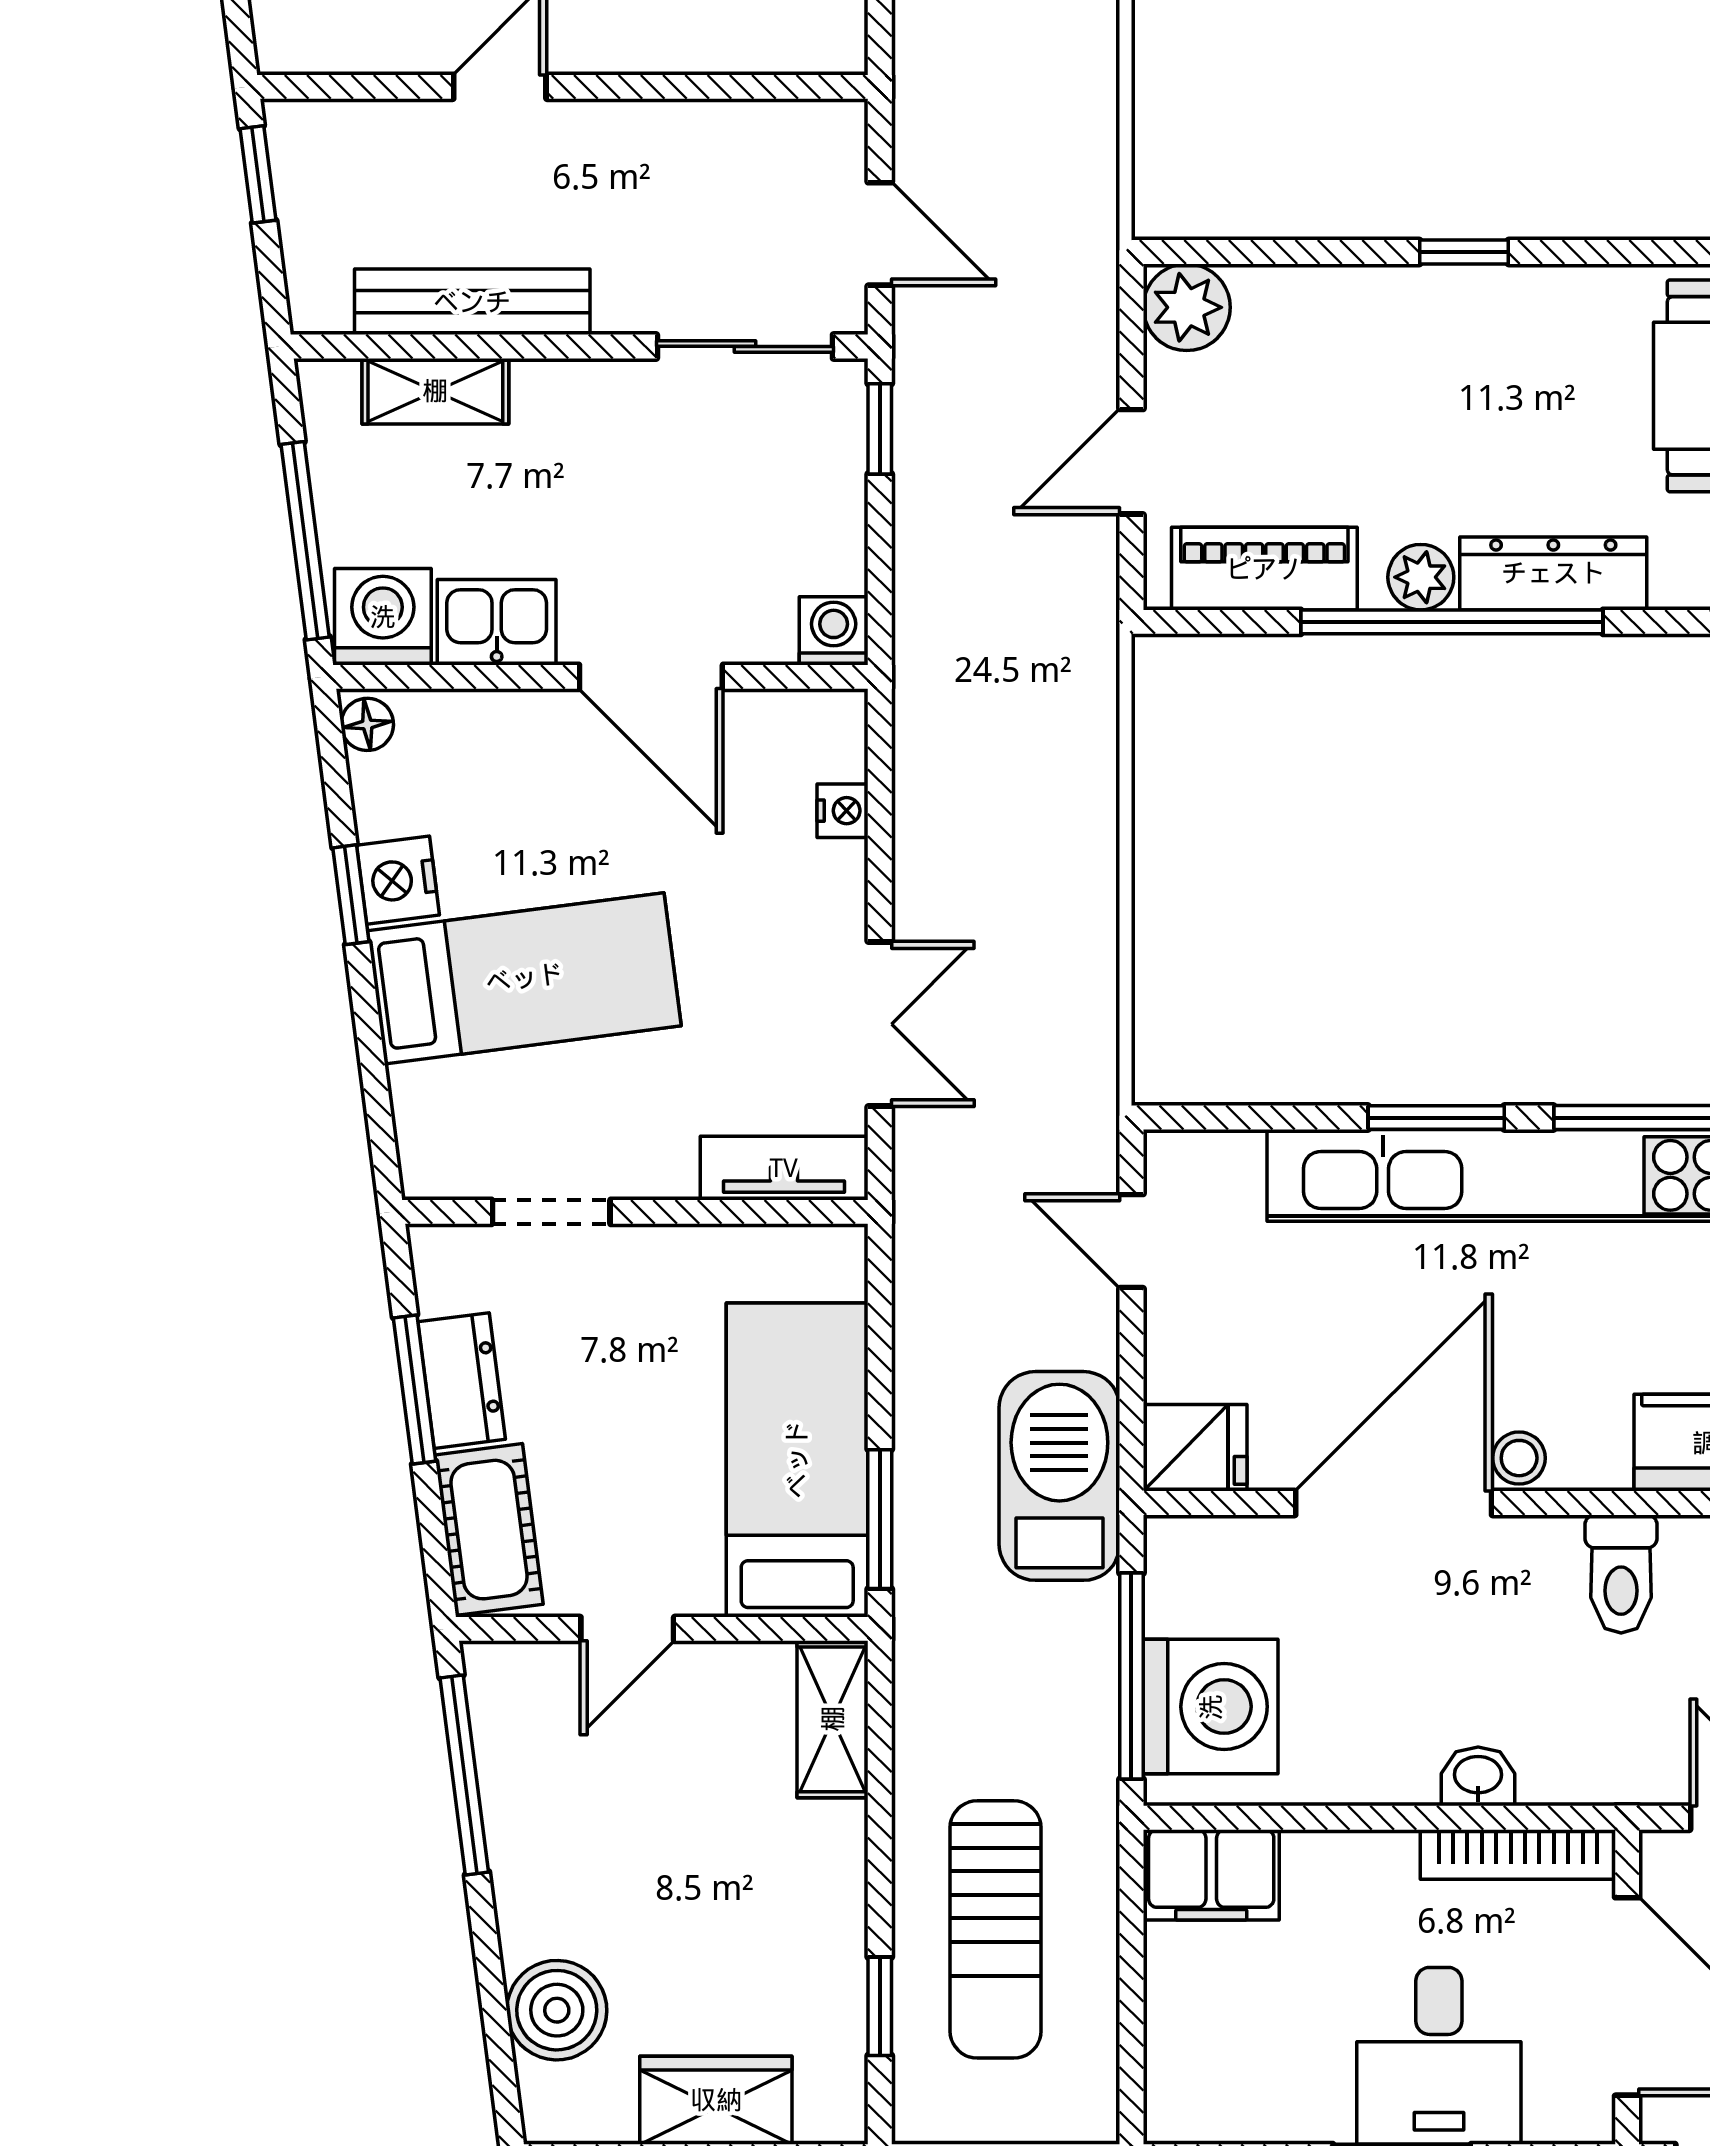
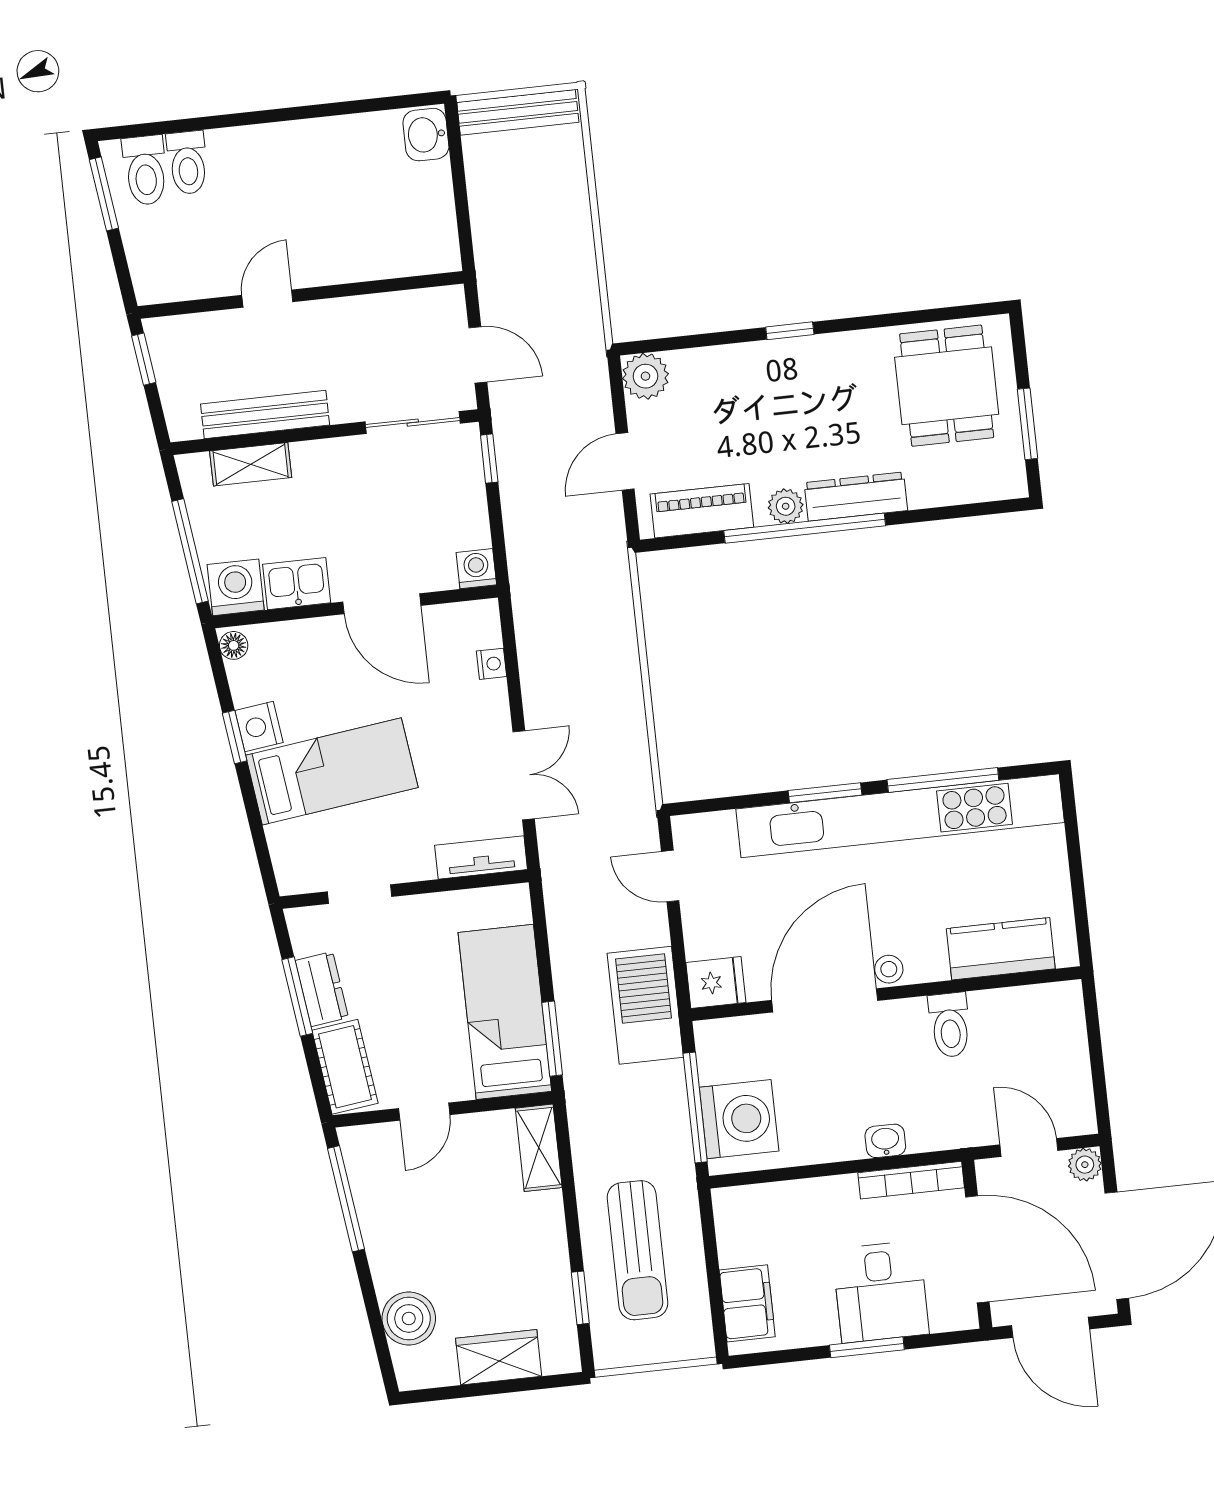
filing cabinet: (1211, 1875) -> (747, 1303), moved, turned -90

